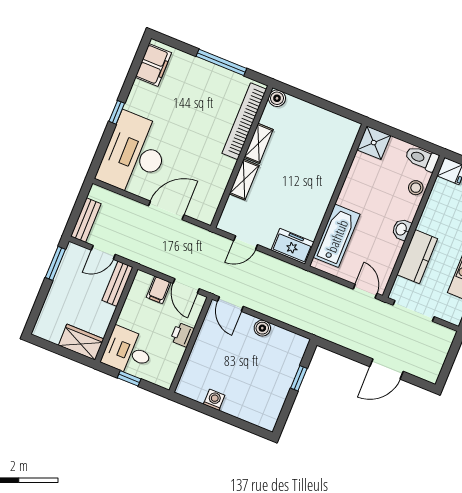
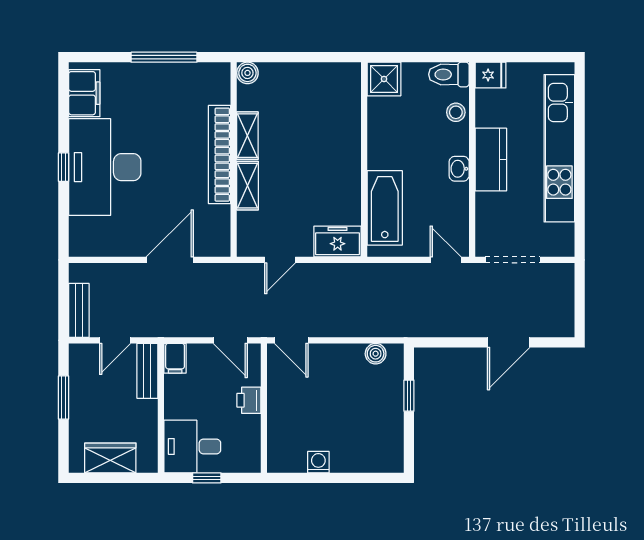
bookcase: (244, 121) -> (220, 155), moved
desk: (134, 154) -> (105, 167), moved
kitchen counter: (417, 257) -> (491, 160), moved
window: (55, 263) -> (63, 398), moved
filing cabinet: (159, 290) -> (175, 358), moved
boiler: (262, 328) -> (376, 354), moved
wardrobe: (81, 342) -> (110, 458), moved

